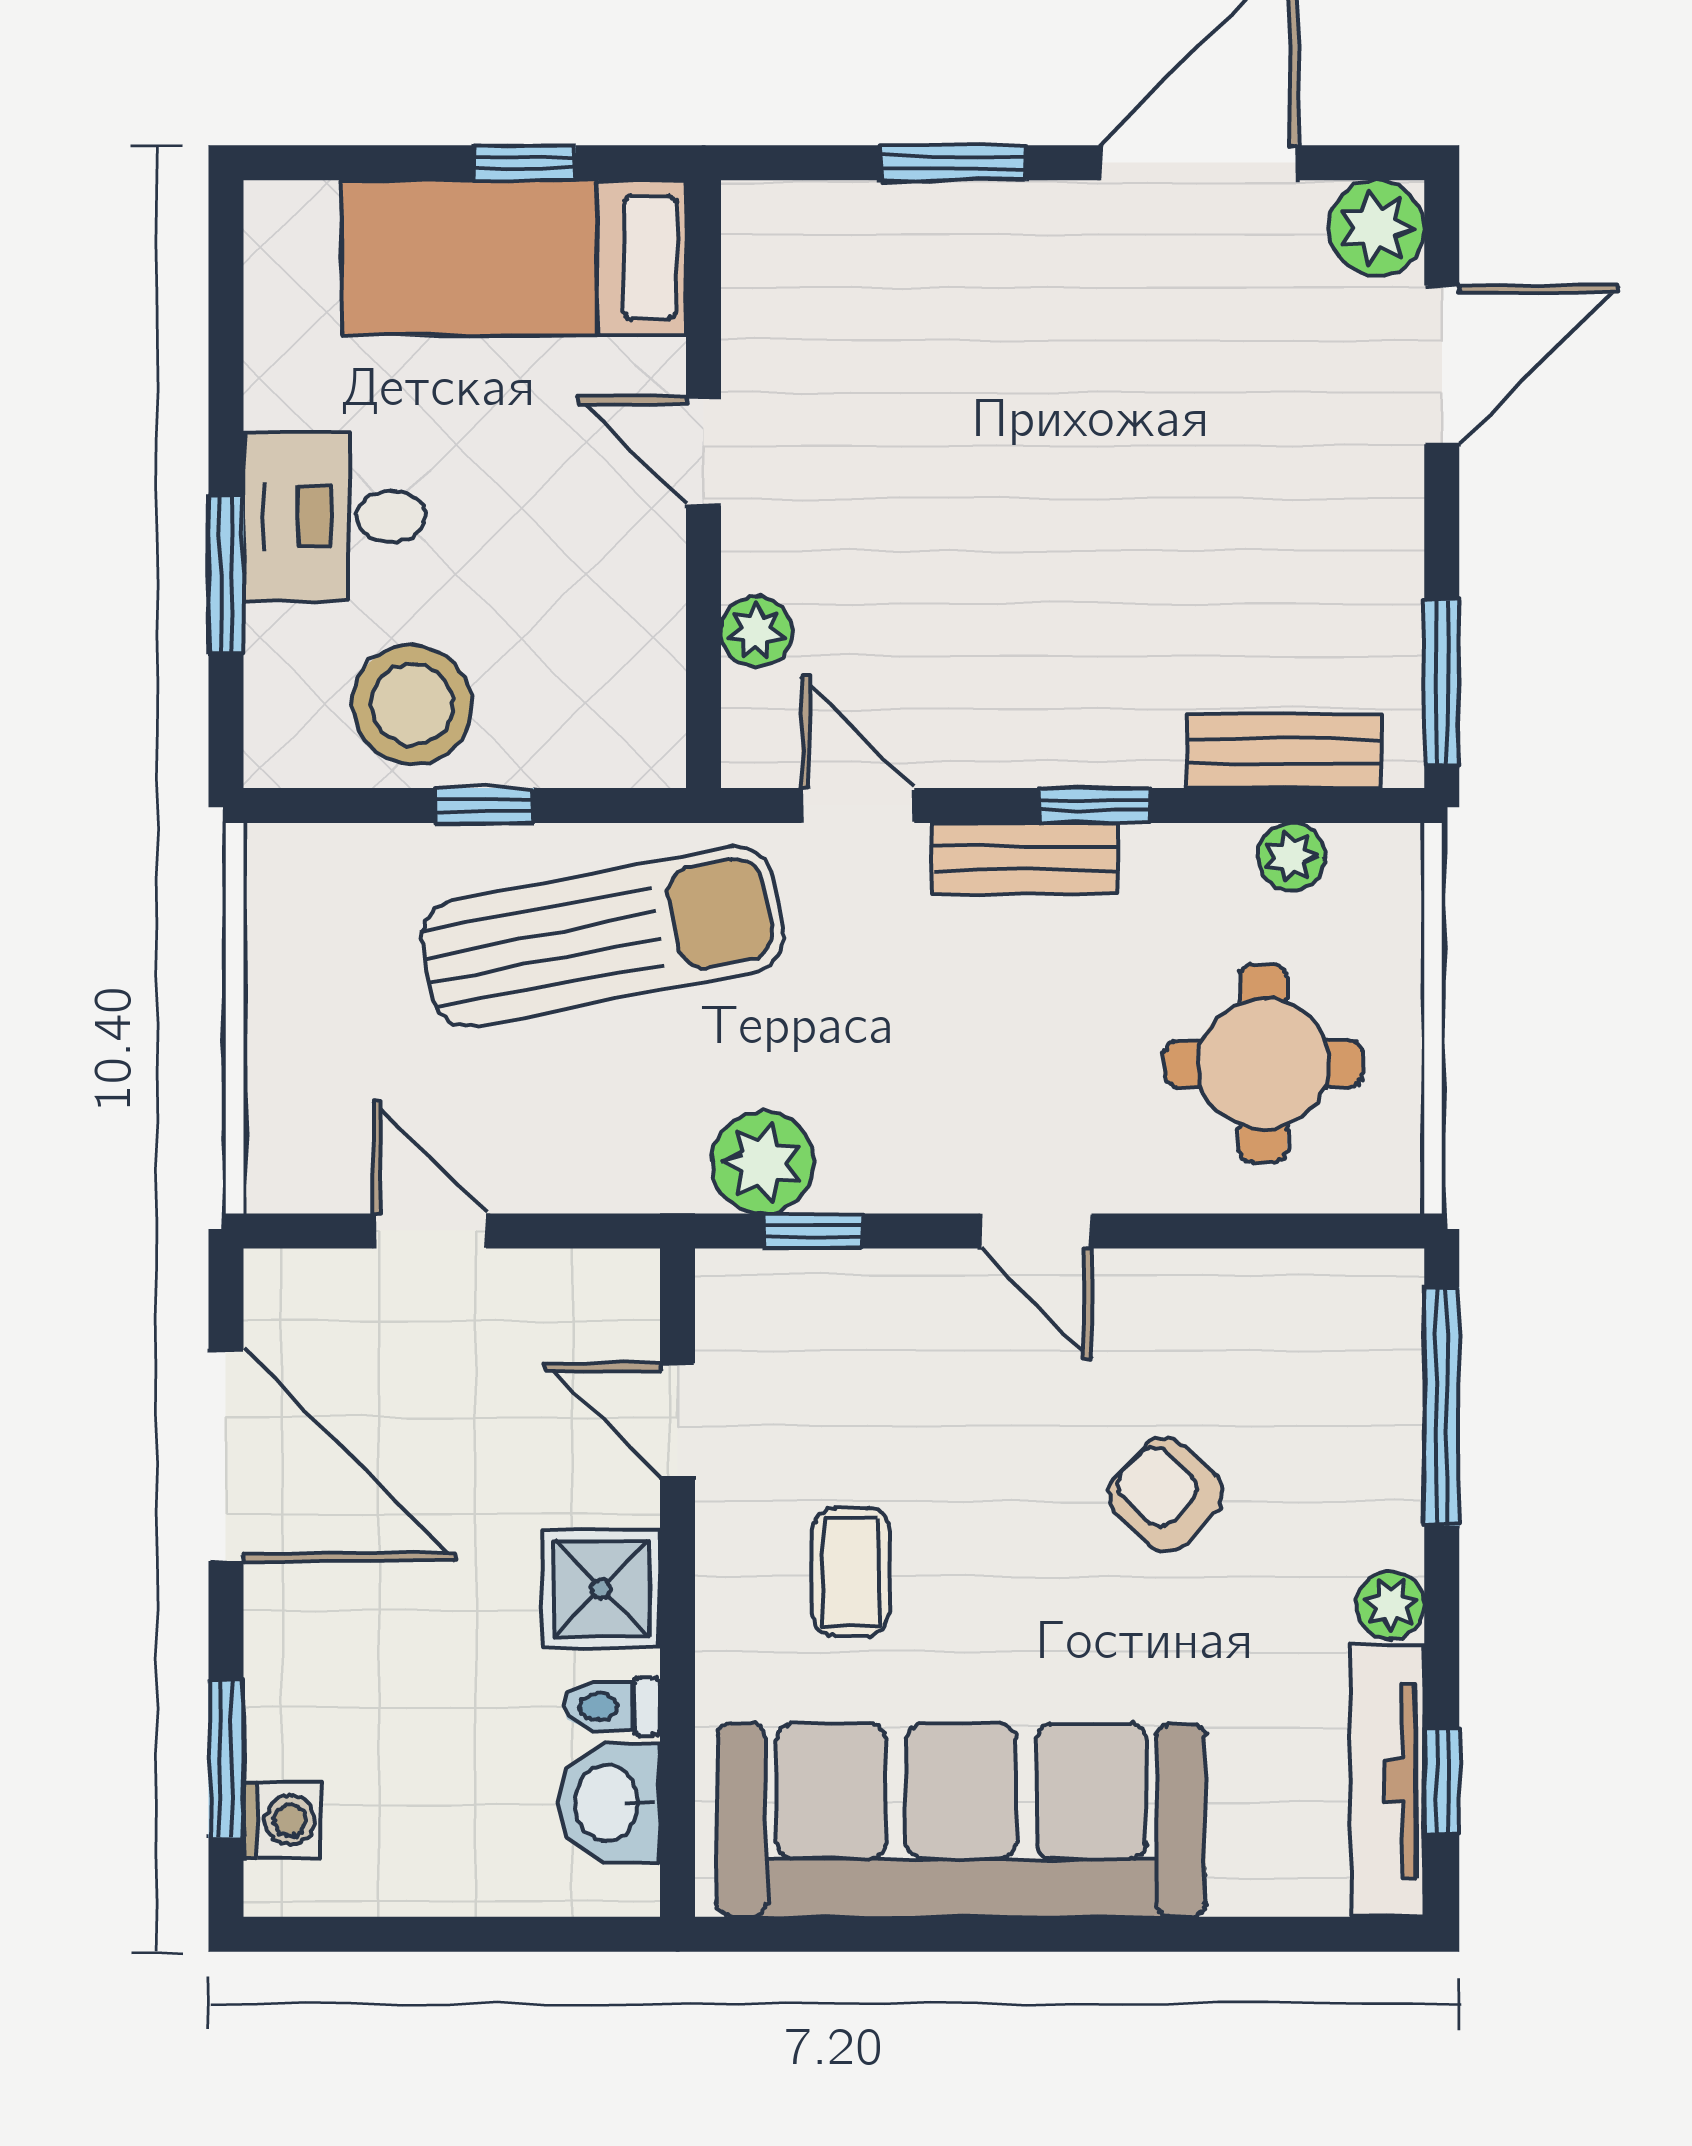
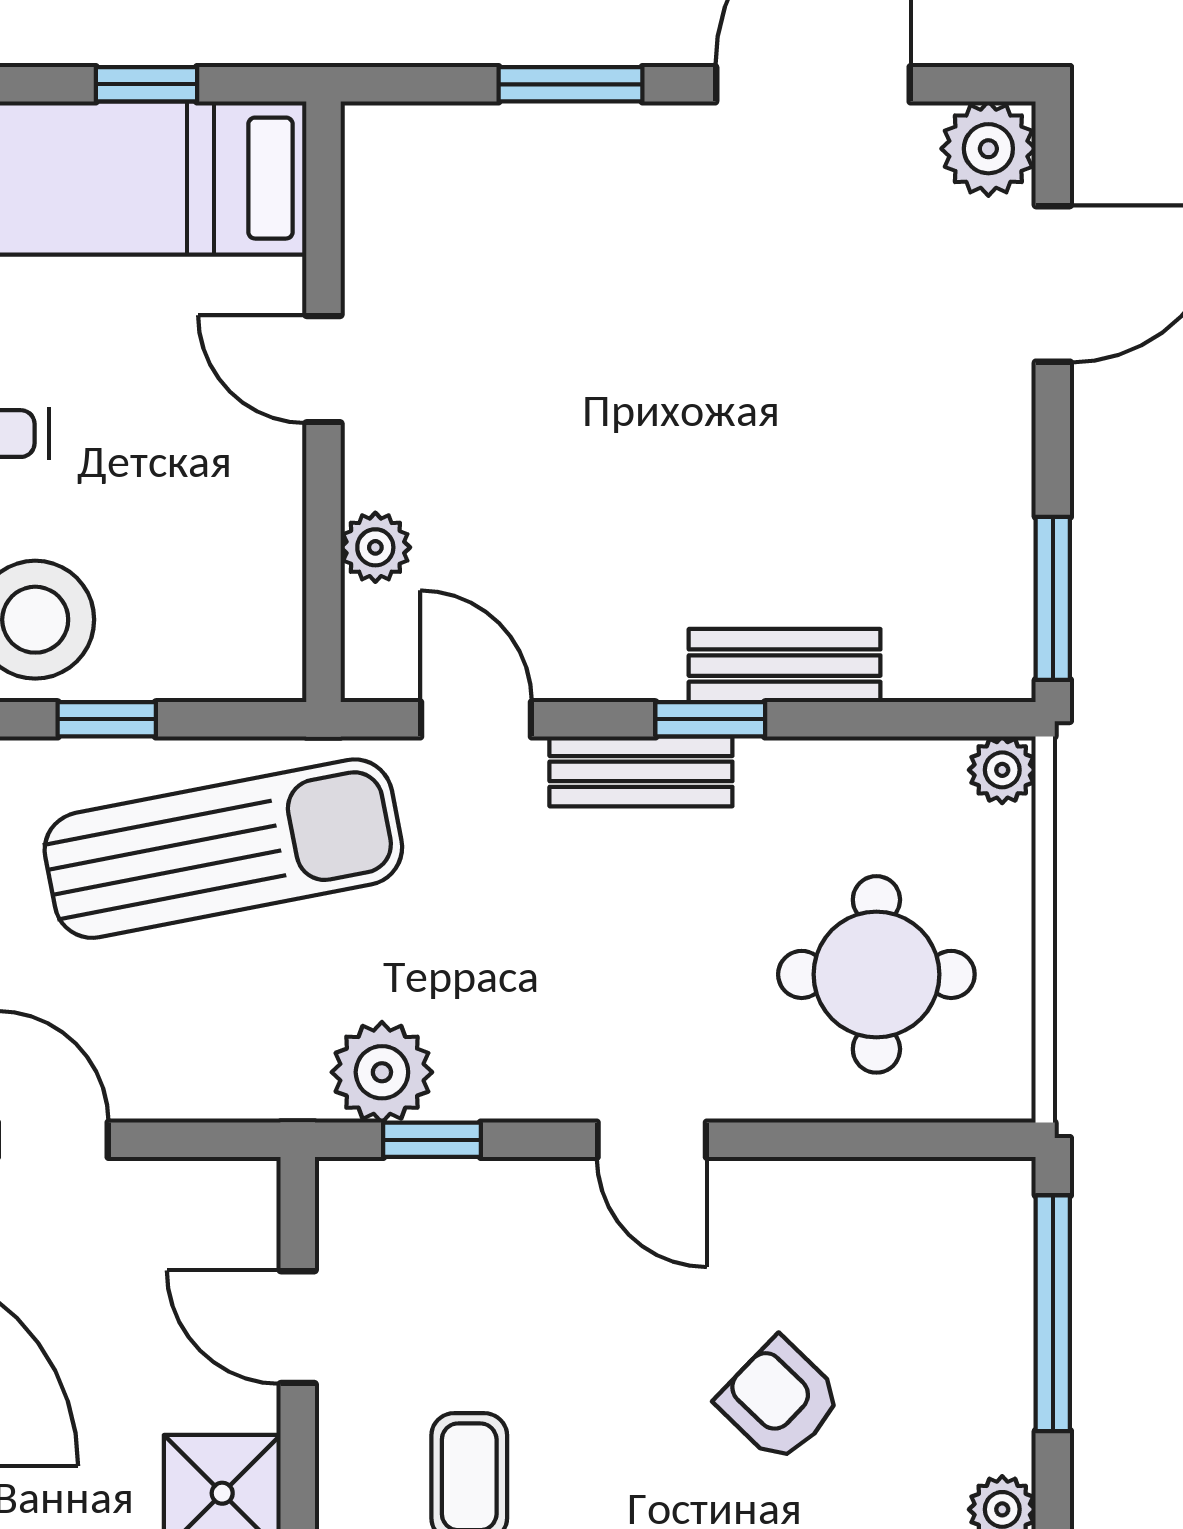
bench: (1284, 751) -> (785, 666), moved
plant: (1291, 857) -> (1002, 770), moved

